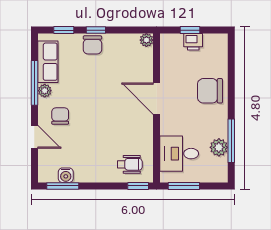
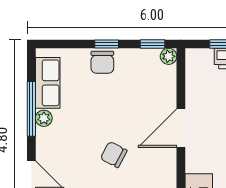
window: (64, 30) -> (153, 44), moved
door: (157, 99) -> (181, 128), hinge flipped
chair: (60, 116) -> (114, 155), moved, turned -62

